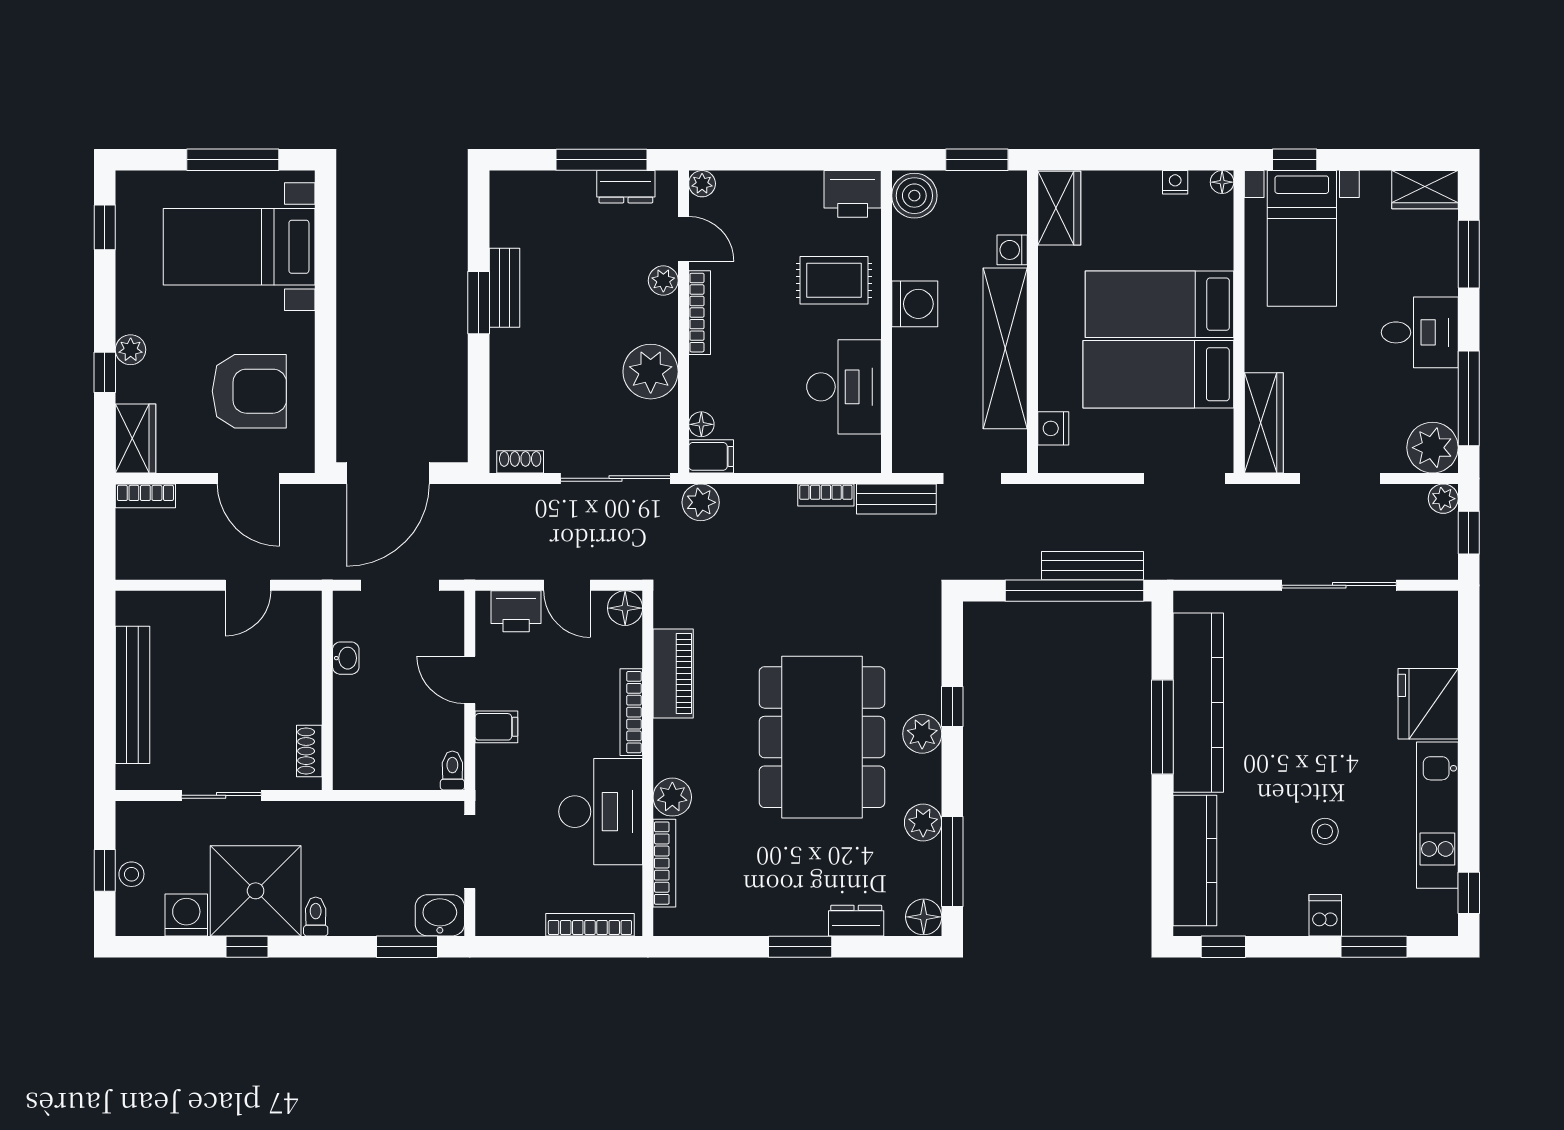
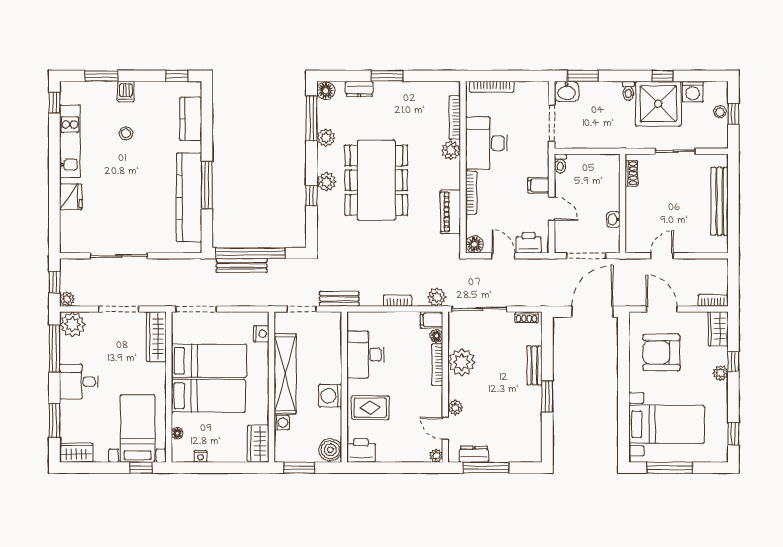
floor lamp: (1222, 182) -> (177, 433), moved
bench: (504, 288) -> (534, 365), moved
bookcase: (700, 313) -> (437, 365), moved
bookcase: (826, 495) -> (397, 301), moved
fridge: (1428, 704) -> (71, 197), width x0.73, depth x0.75
kitchen counter: (1195, 860) -> (191, 119), width x0.67

